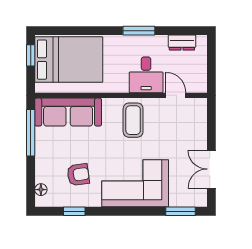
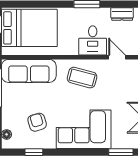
coffee table: (133, 120) -> (82, 78), turned -75
armchair: (78, 175) -> (37, 122), turned -99

